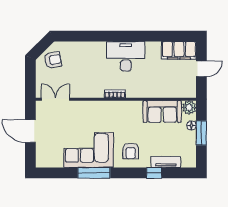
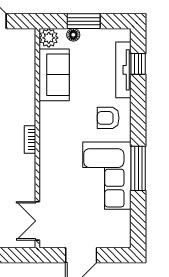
armchair: (131, 151) -> (108, 118), turned 180
tv unit: (166, 162) -> (123, 70), width x1.41
window: (154, 173) -> (138, 64), moved

